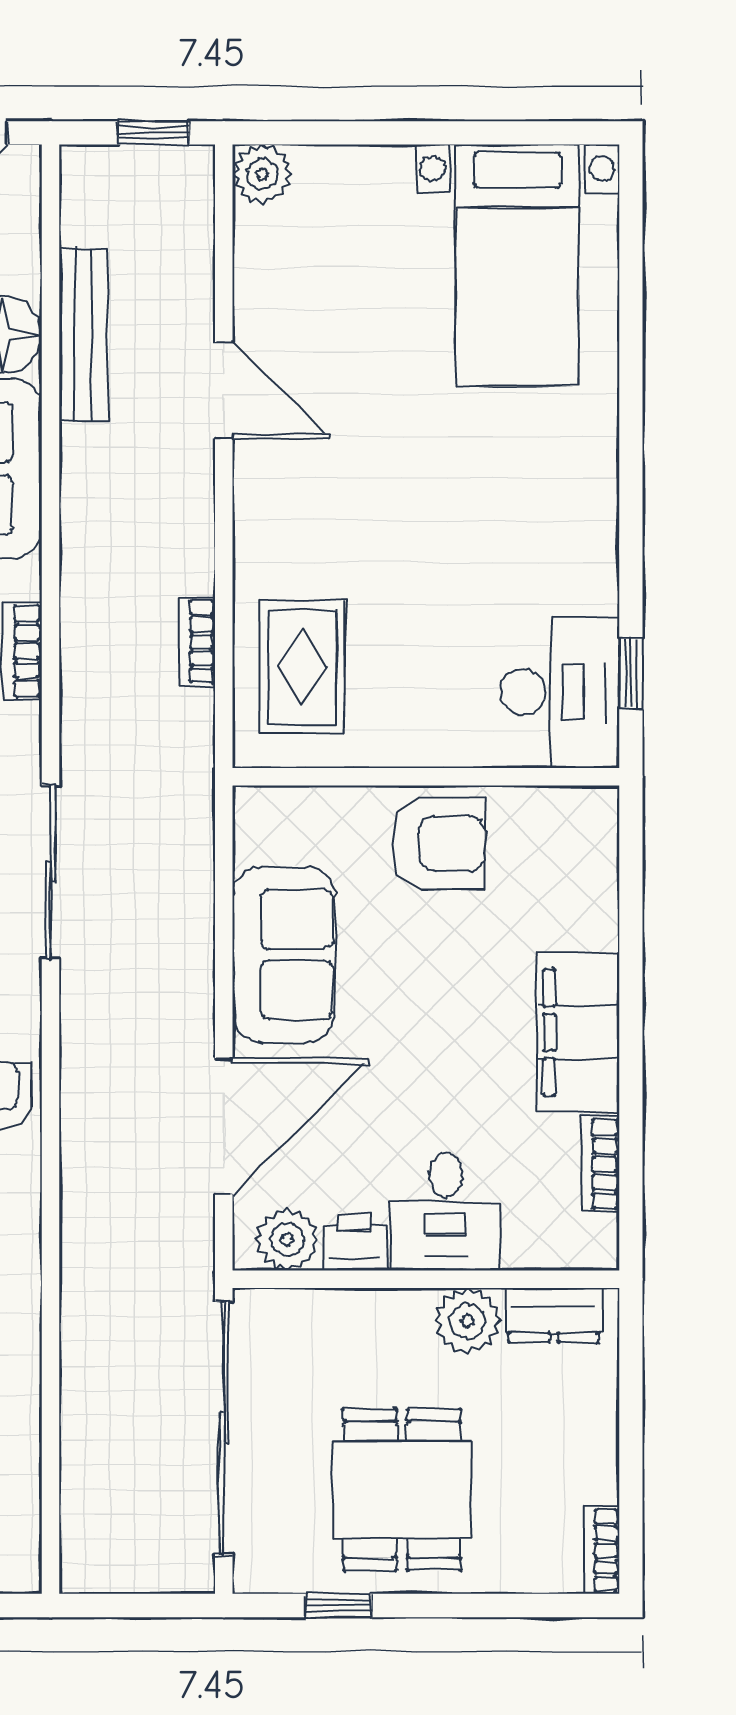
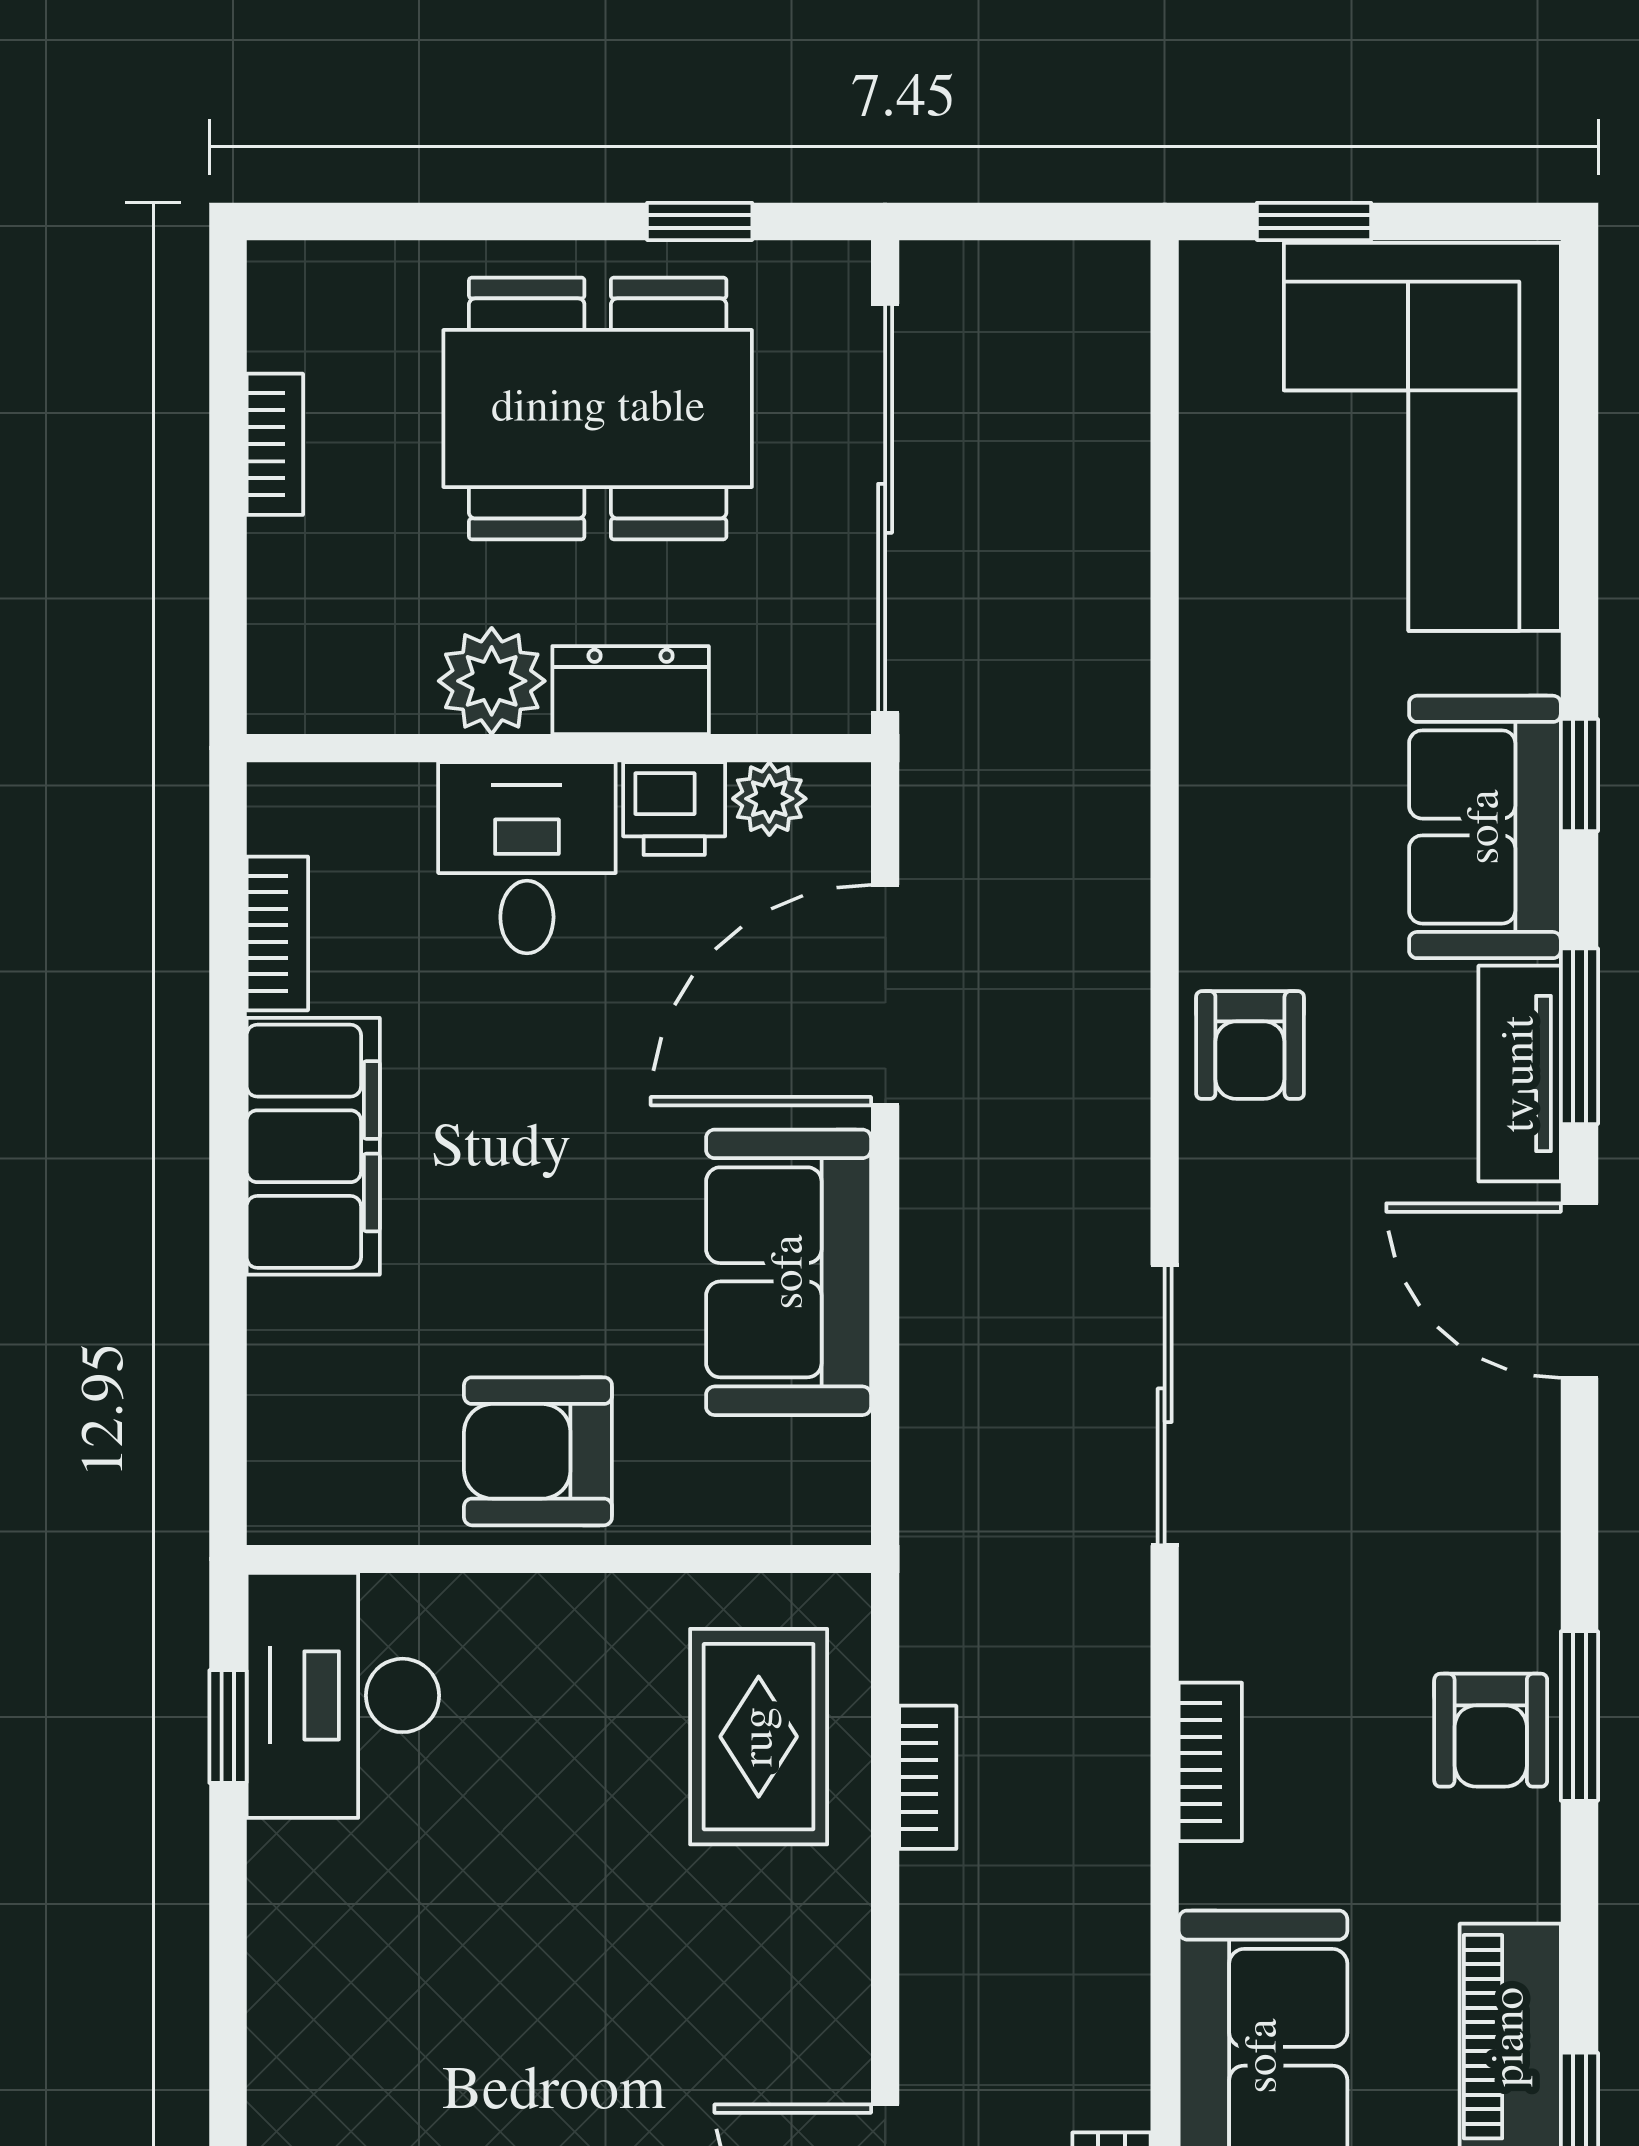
plant: (287, 1239) -> (769, 799), width x0.73, depth x0.73
dresser: (554, 1315) -> (631, 690), moved
dining table: (402, 1490) -> (598, 408), width x1.38
bookcase: (602, 1550) -> (275, 444), moved

